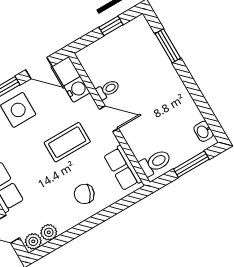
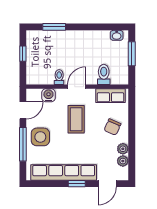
toilet: (155, 163) -> (104, 74), moved
plant: (33, 241) -> (123, 149), moved

